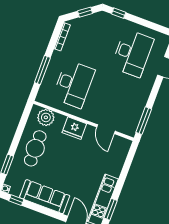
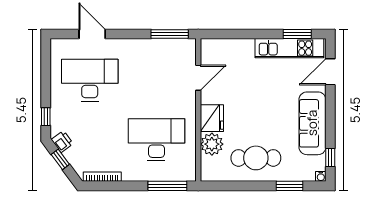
printer: (97, 18) -> (62, 142), added
window: (42, 70) -> (167, 186), moved
plant: (46, 117) -> (212, 144), moved

